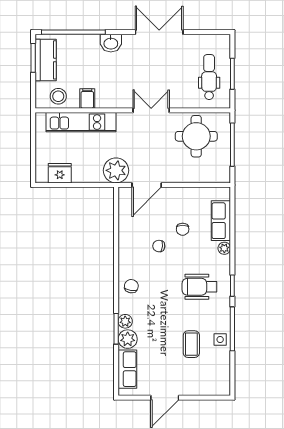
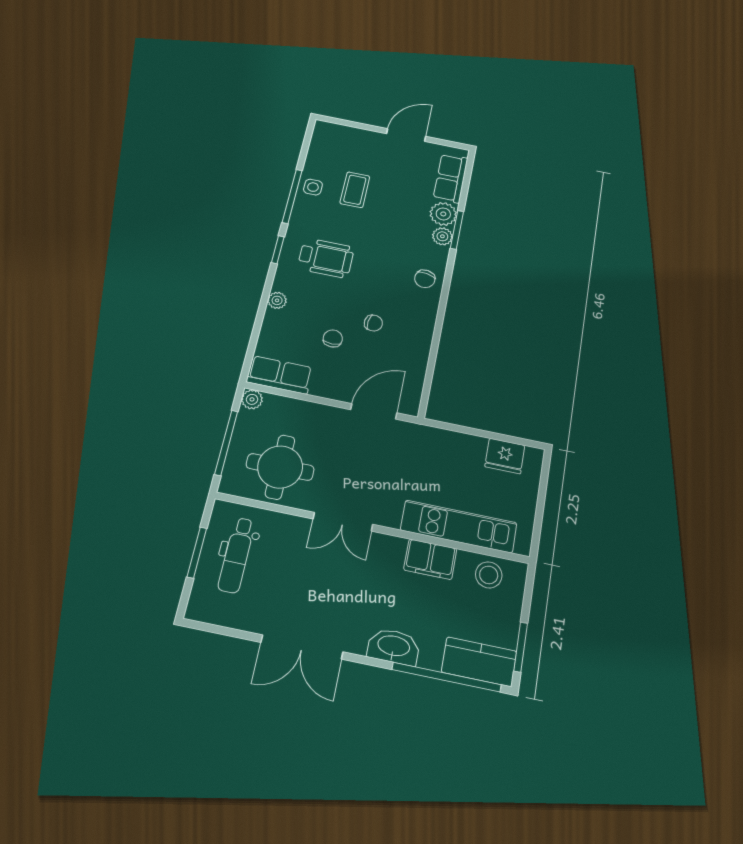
washbasin: (111, 43) -> (394, 647), width x1.38
kitchen counter: (46, 60) -> (479, 662), moved, turned 90
filing cabinet: (87, 98) -> (430, 559), width x2.00
plant: (116, 170) -> (252, 399), moved, width x0.53, depth x0.53
row of seats: (221, 221) -> (280, 375), moved, turned -90

